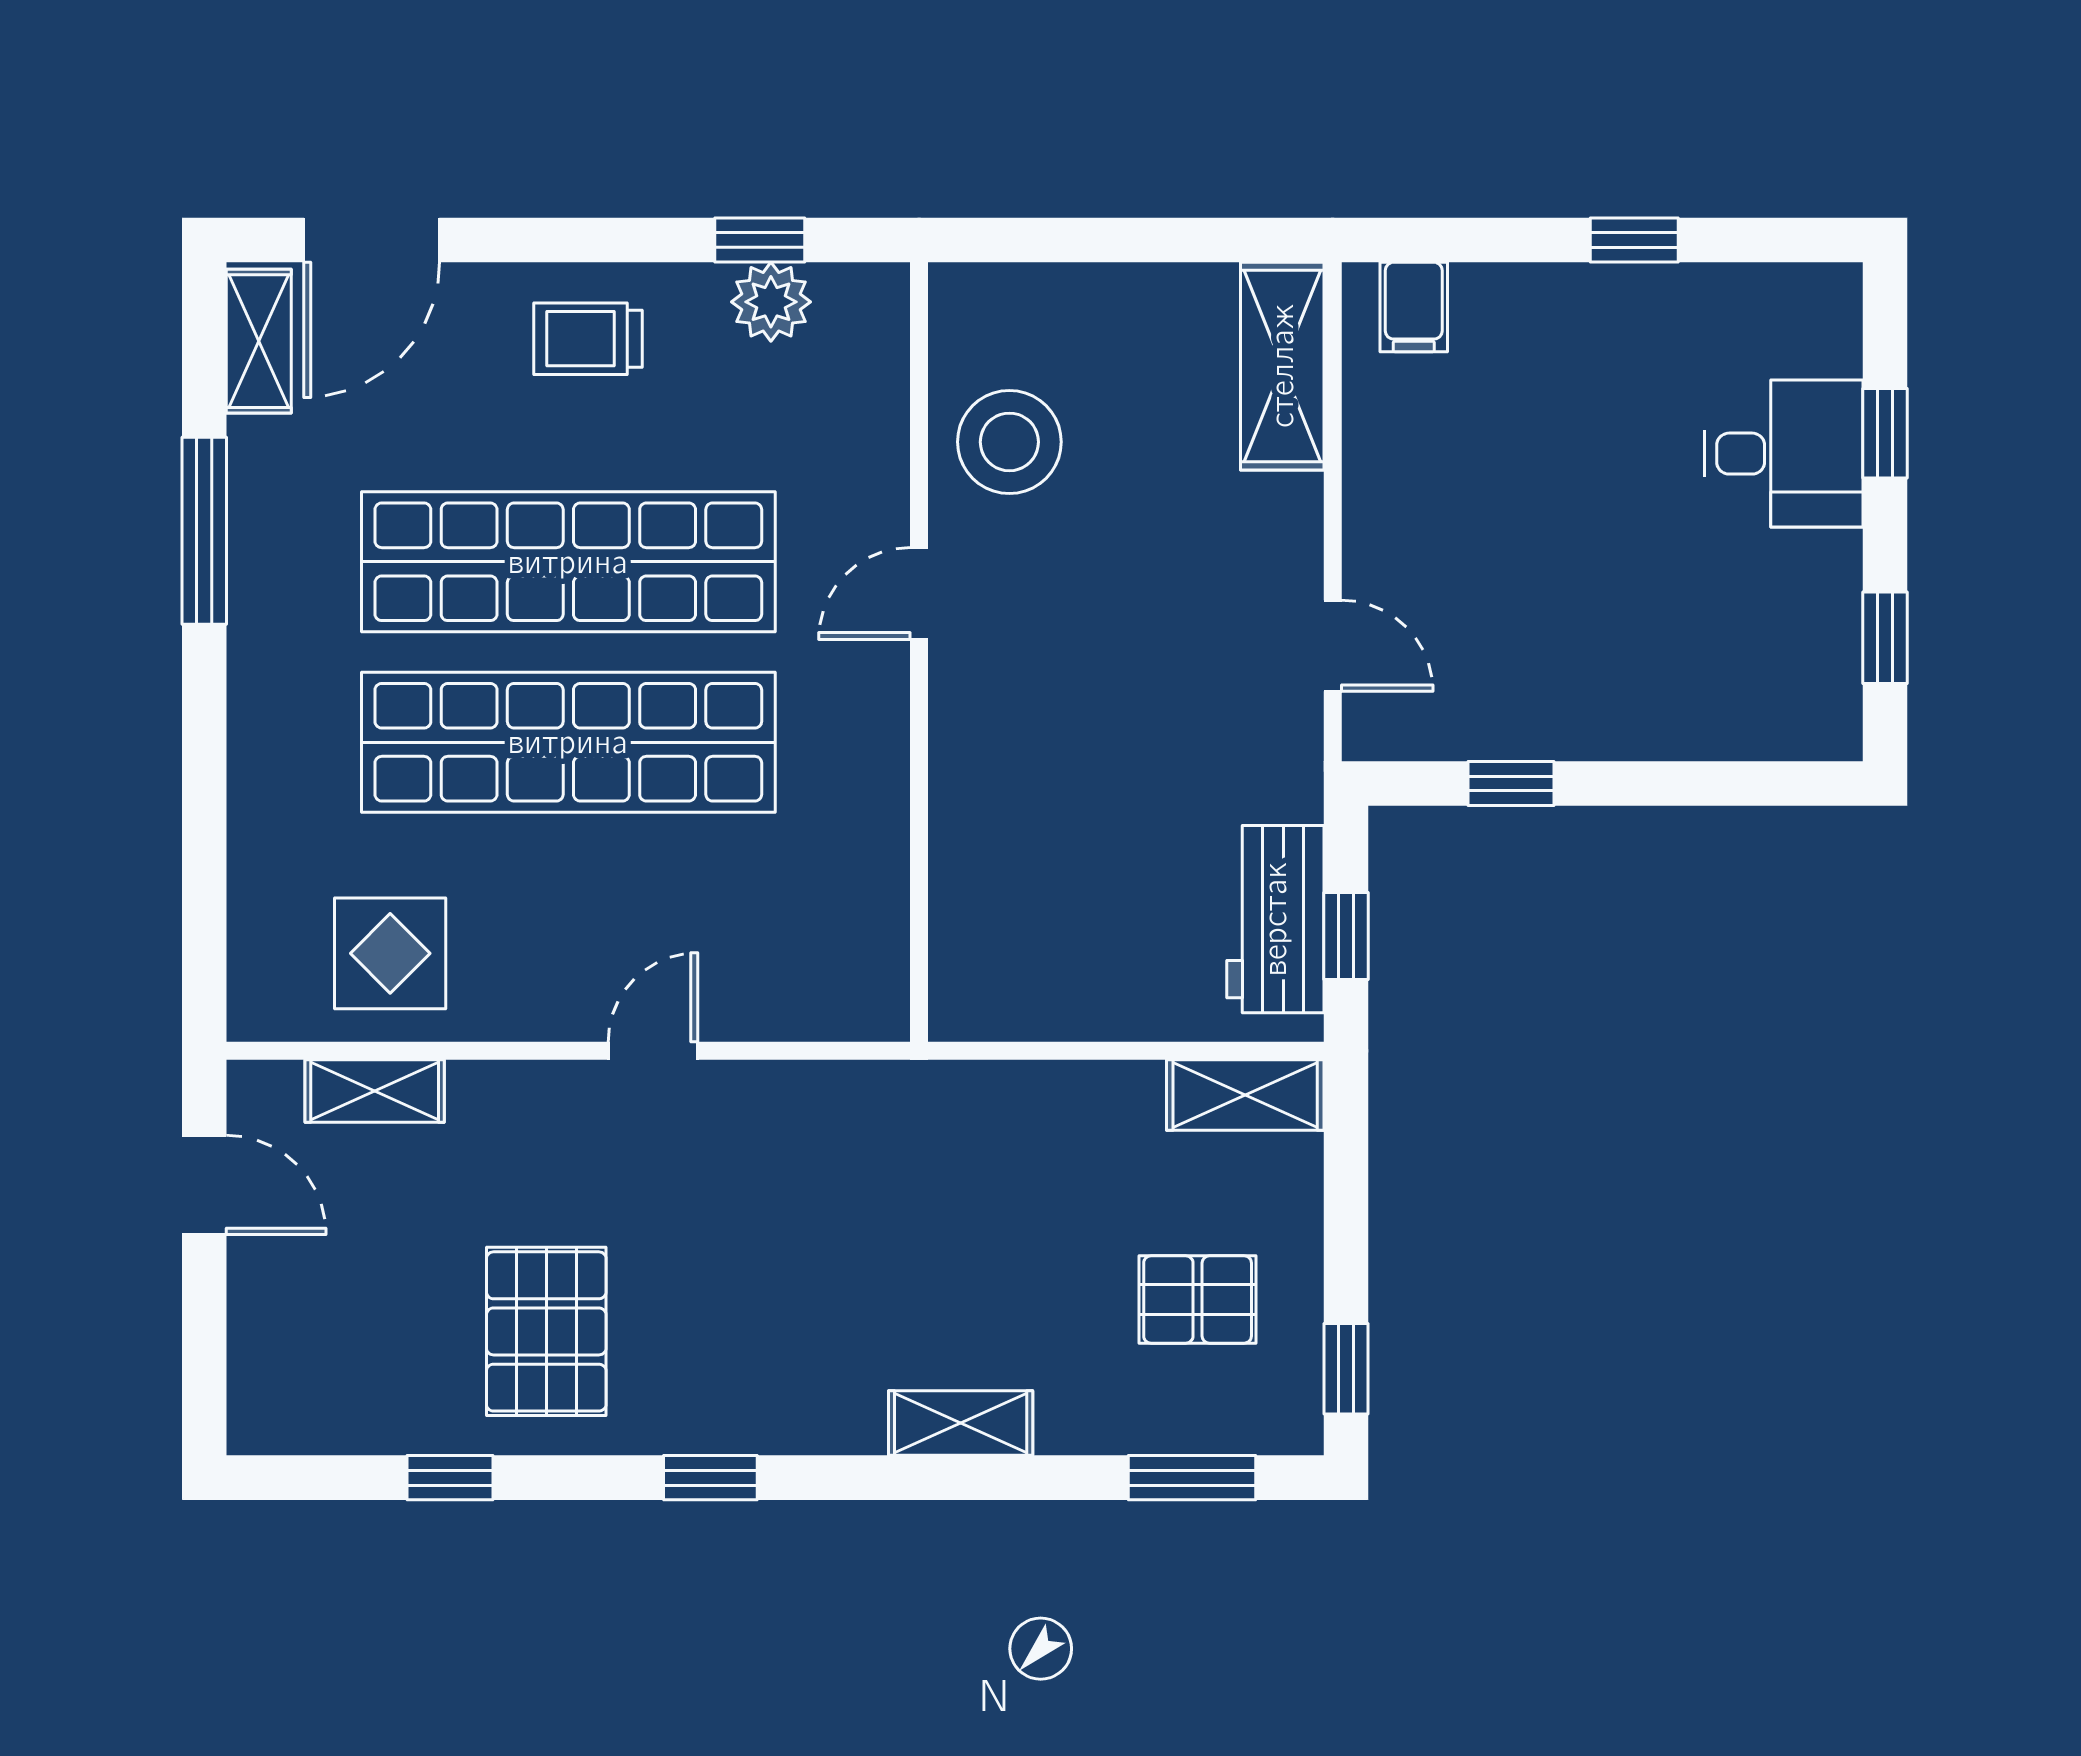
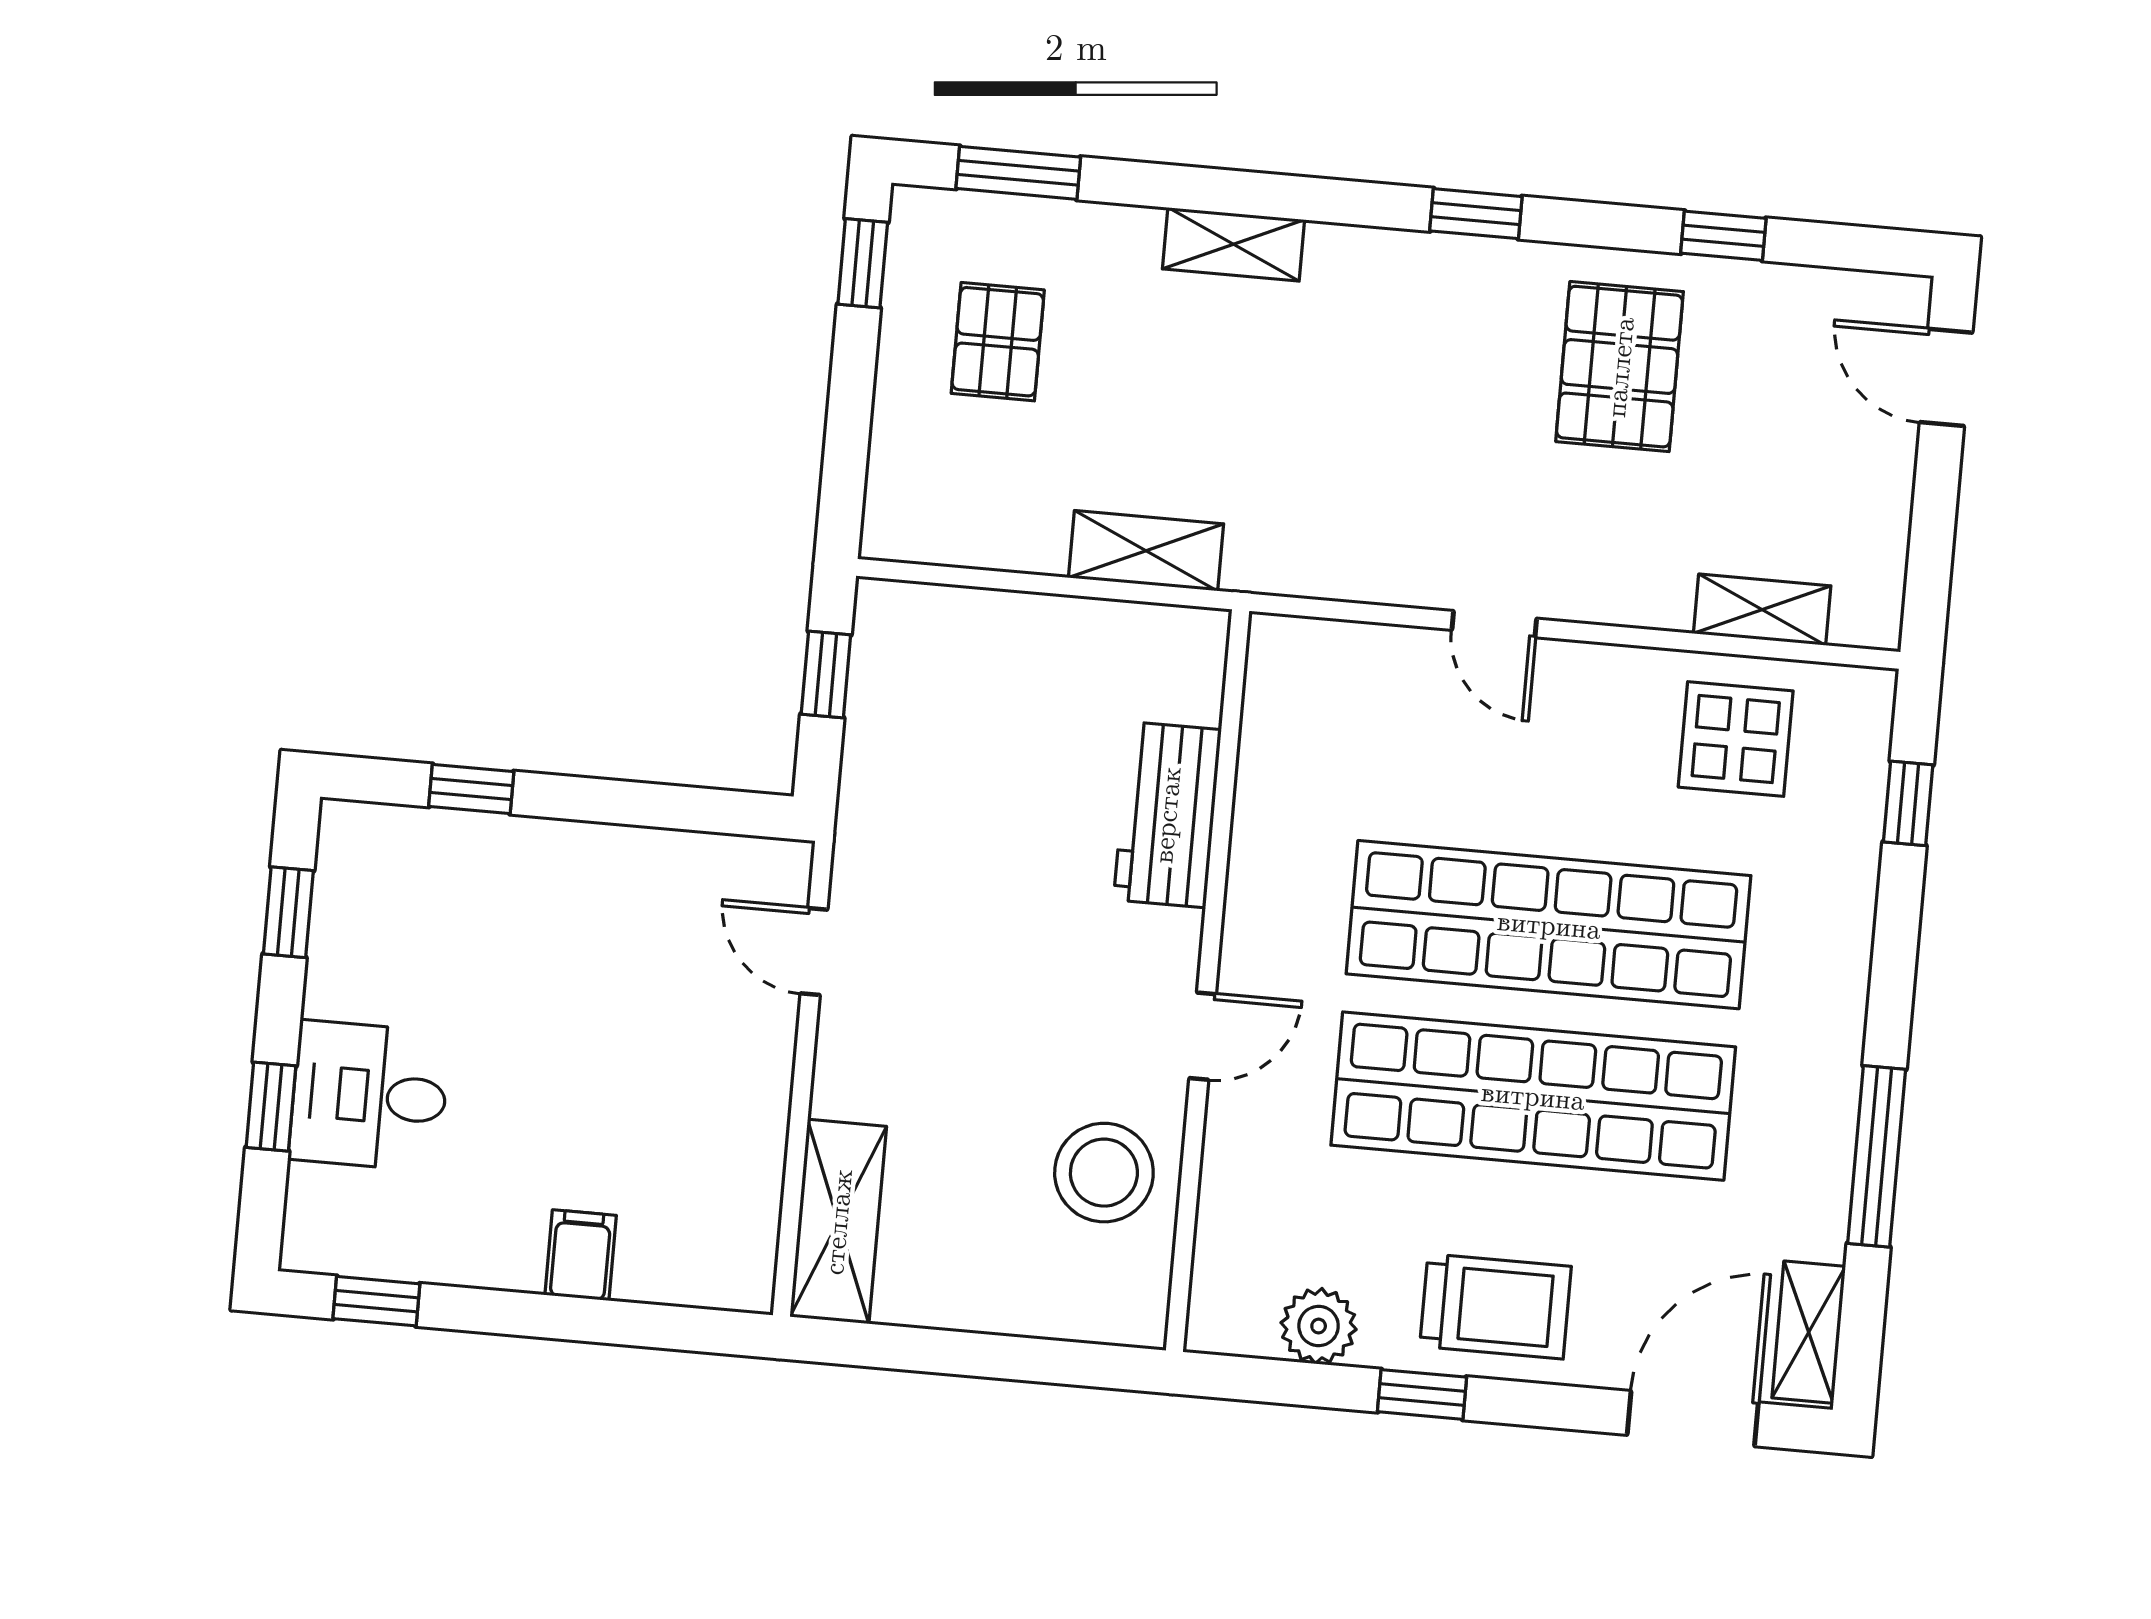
window: (760, 240) -> (1422, 1394), moved
window: (1634, 240) -> (376, 1301), moved
filing cabinet: (1414, 307) -> (581, 1255), moved
trolley: (588, 339) -> (1496, 1306), width x1.36, depth x1.39
window: (1511, 783) -> (471, 789), moved
window: (204, 902) -> (1908, 803), added
workbench: (1275, 919) -> (1167, 815), moved, turned 180
door: (653, 1051) -> (1494, 624), hinge flipped
shelving: (1245, 1095) -> (1146, 551), moved
door: (204, 1185) -> (1946, 377), moved
pallet: (1198, 1299) -> (998, 342), turned 90

